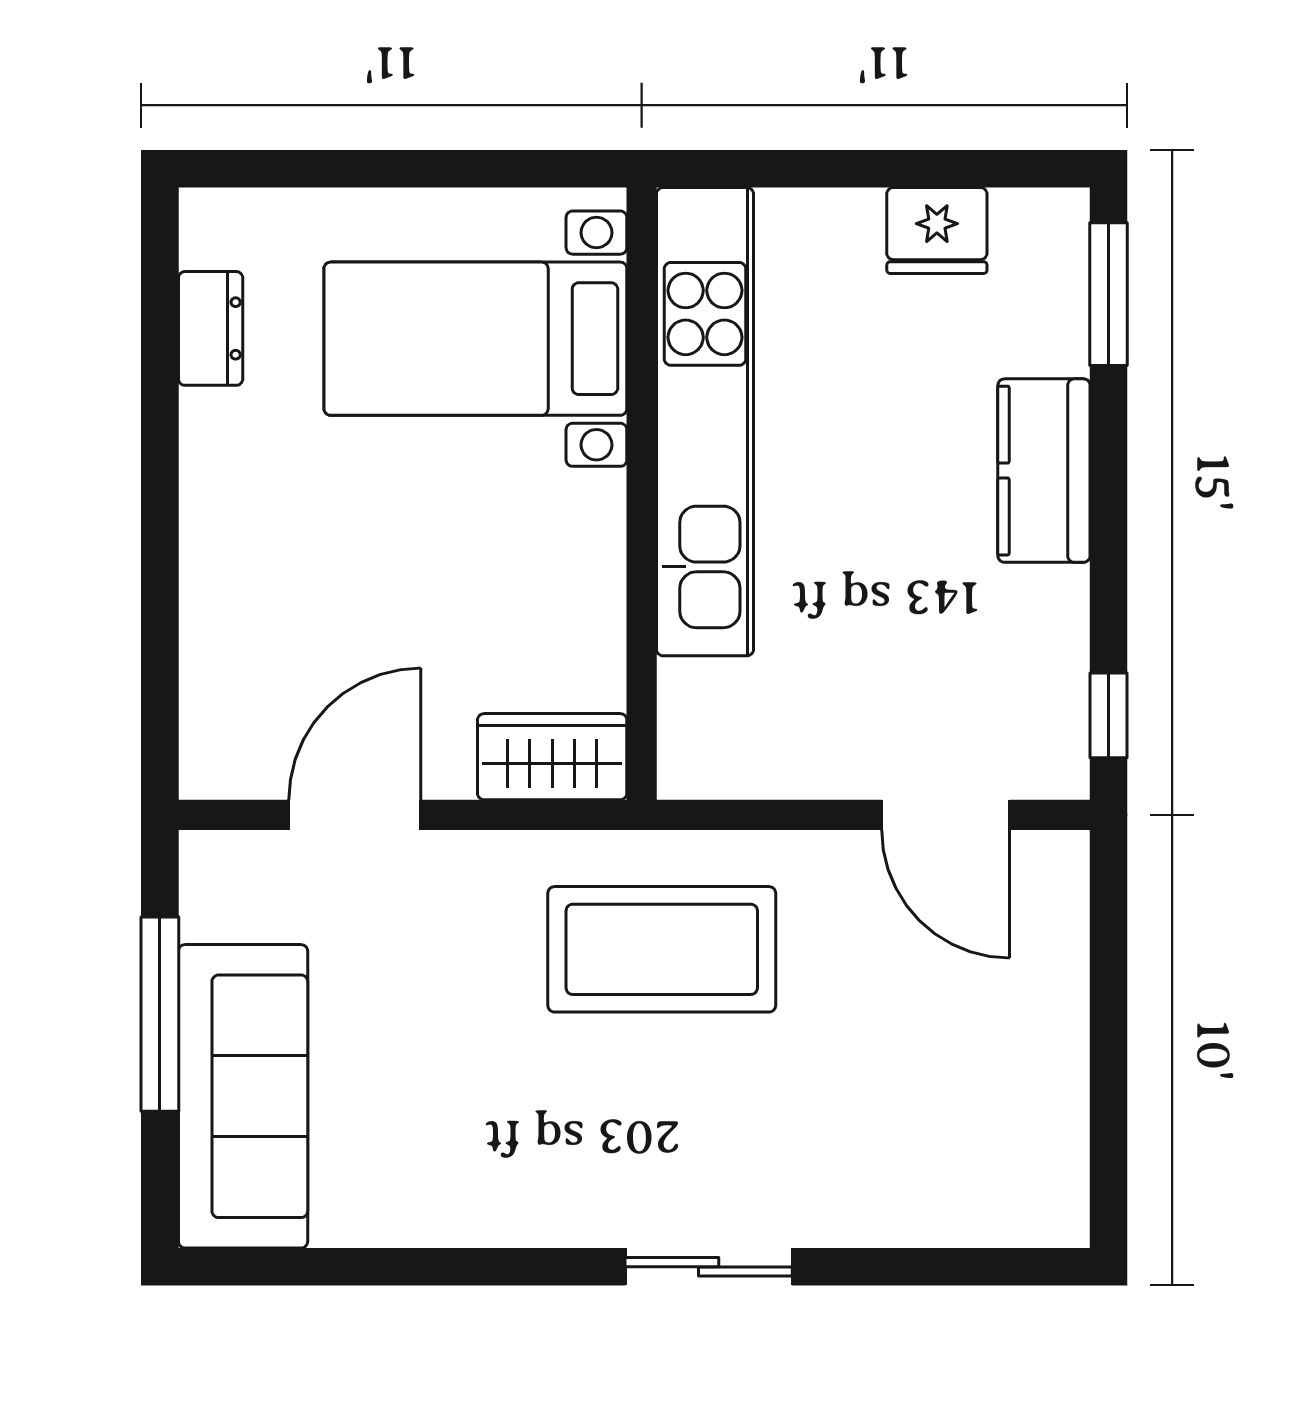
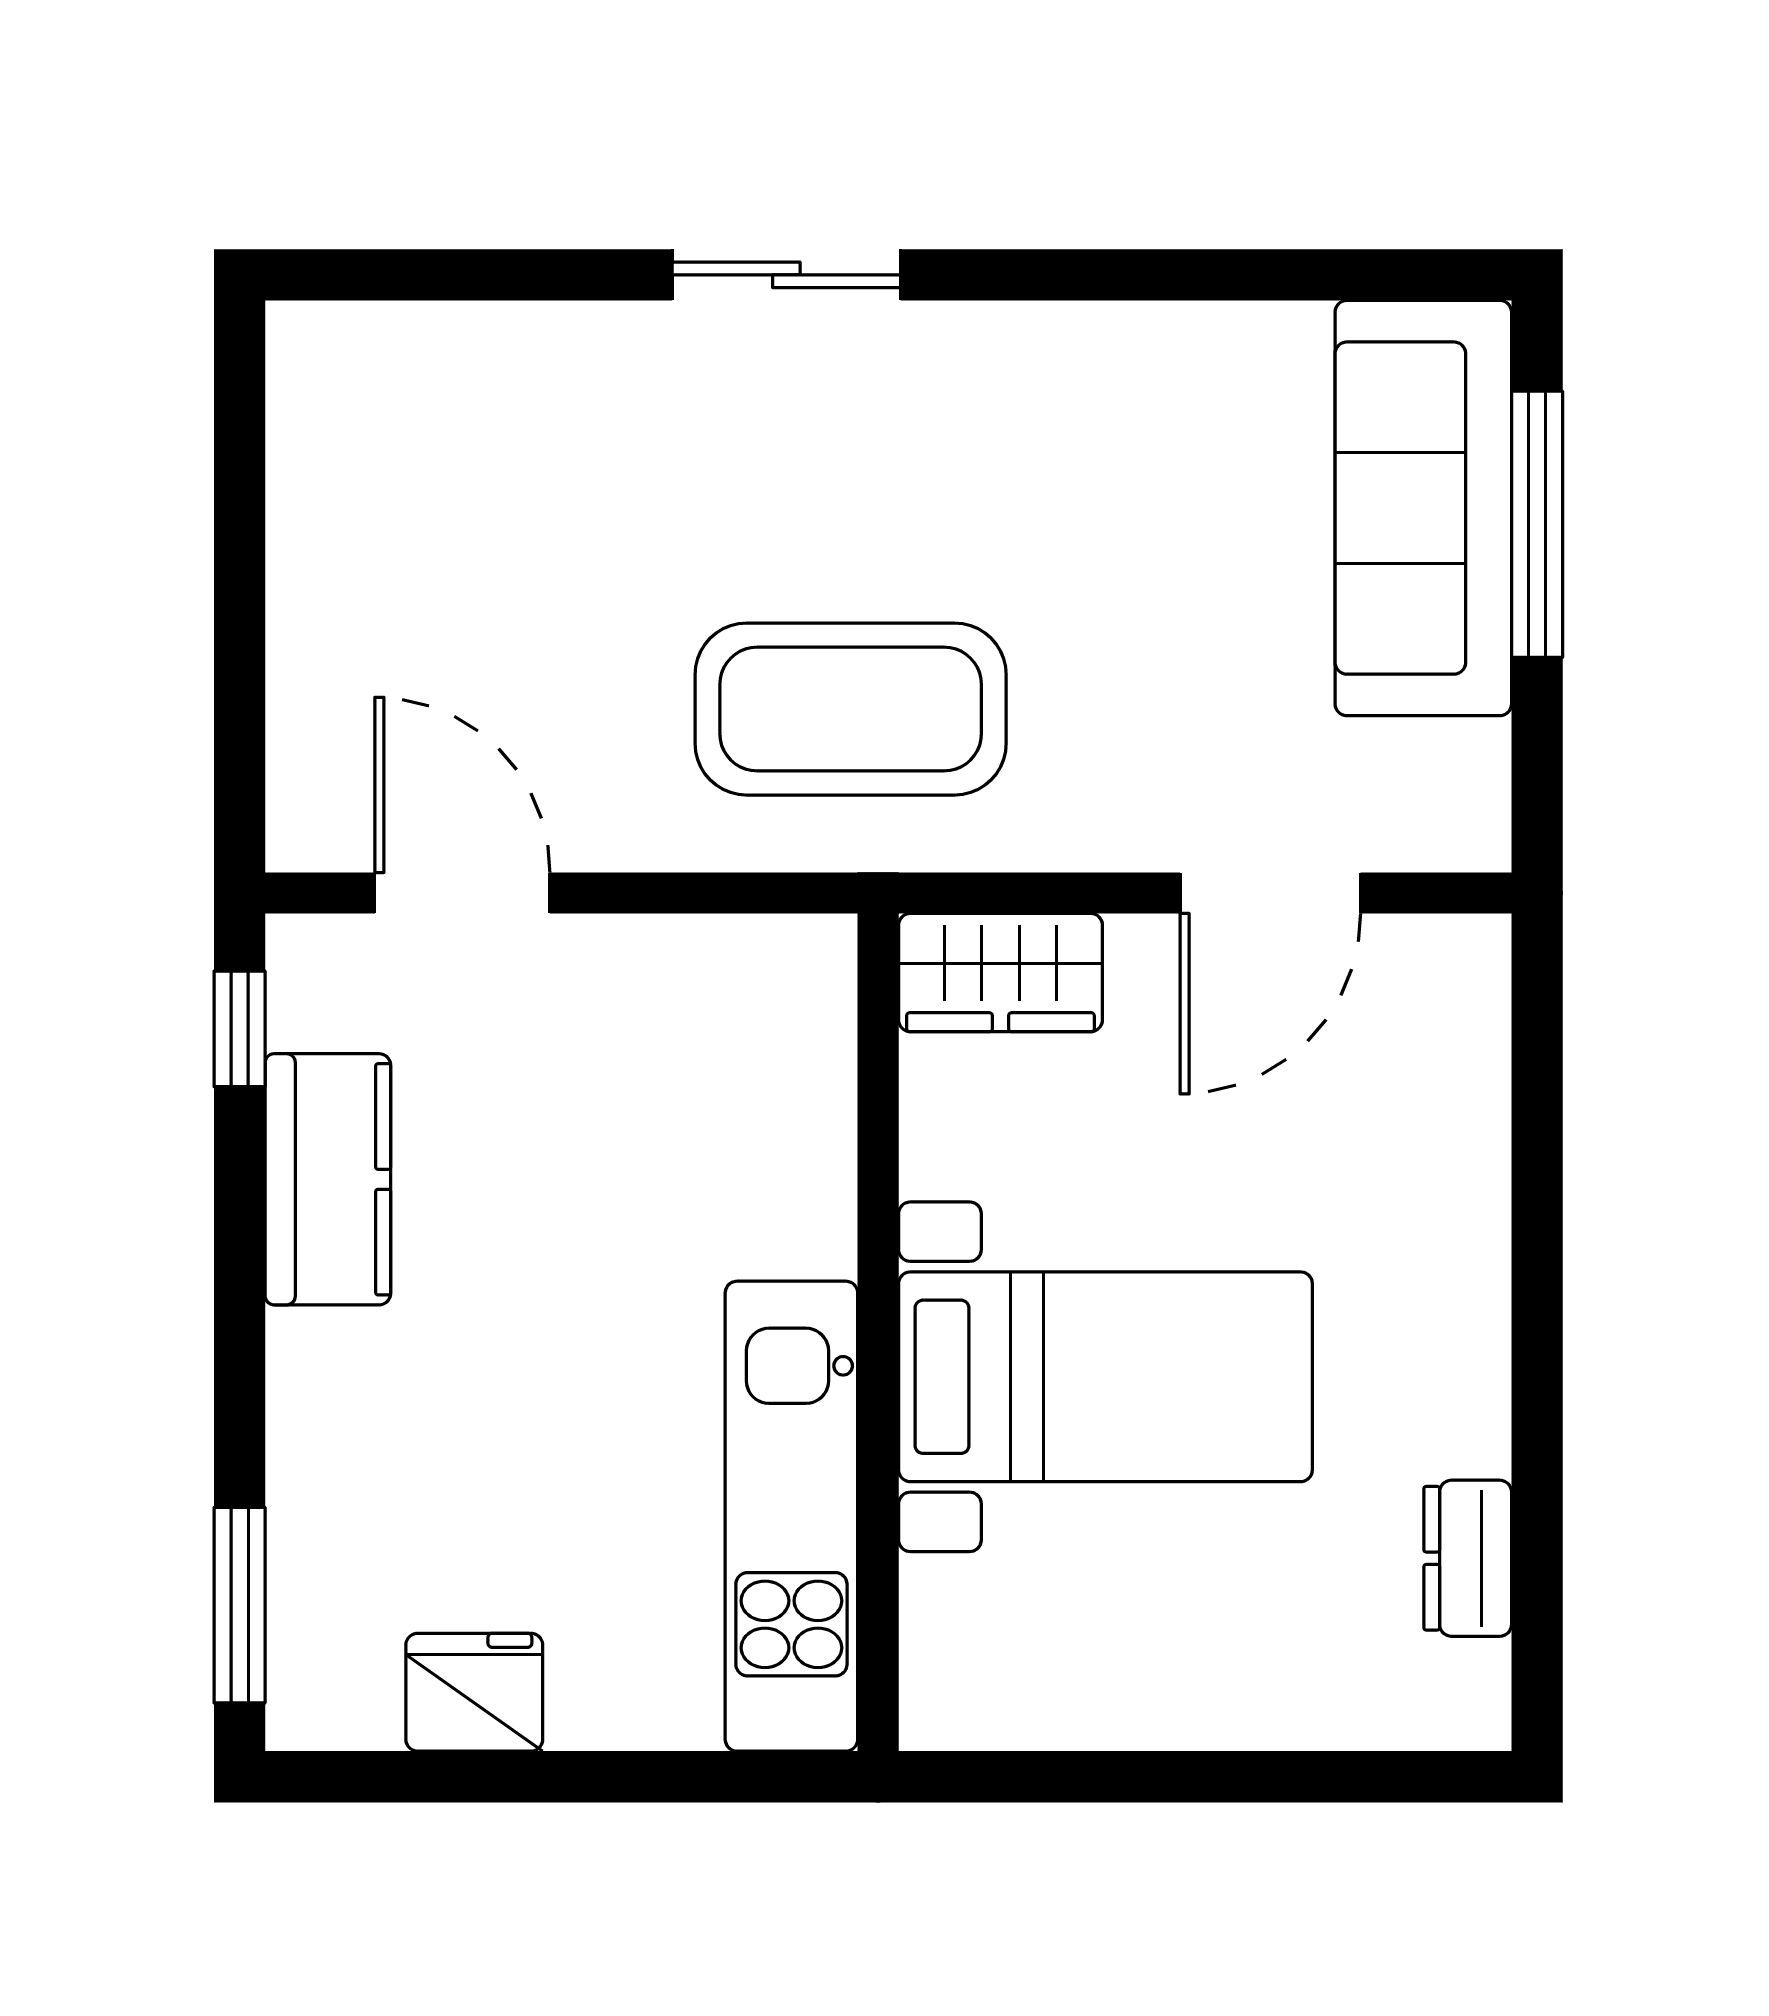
bed with nightstands: (475, 339) -> (1105, 1377), moved
kitchen unit: (705, 422) -> (791, 1516), width x0.73
kitchen counter: (1044, 471) -> (328, 1179), moved
window: (160, 1014) -> (1537, 524), moved

